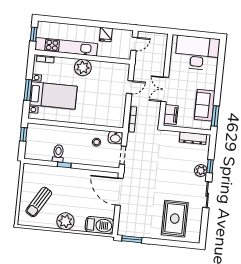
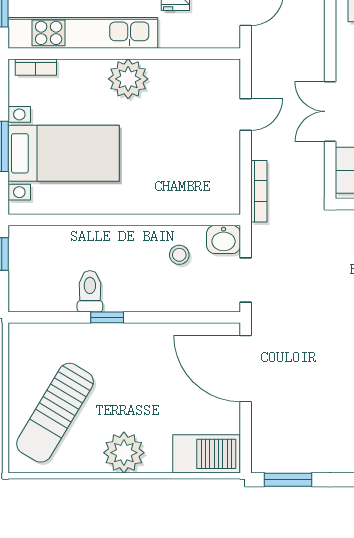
sun lounger: (39, 202) -> (55, 413), width x1.36, depth x1.34

